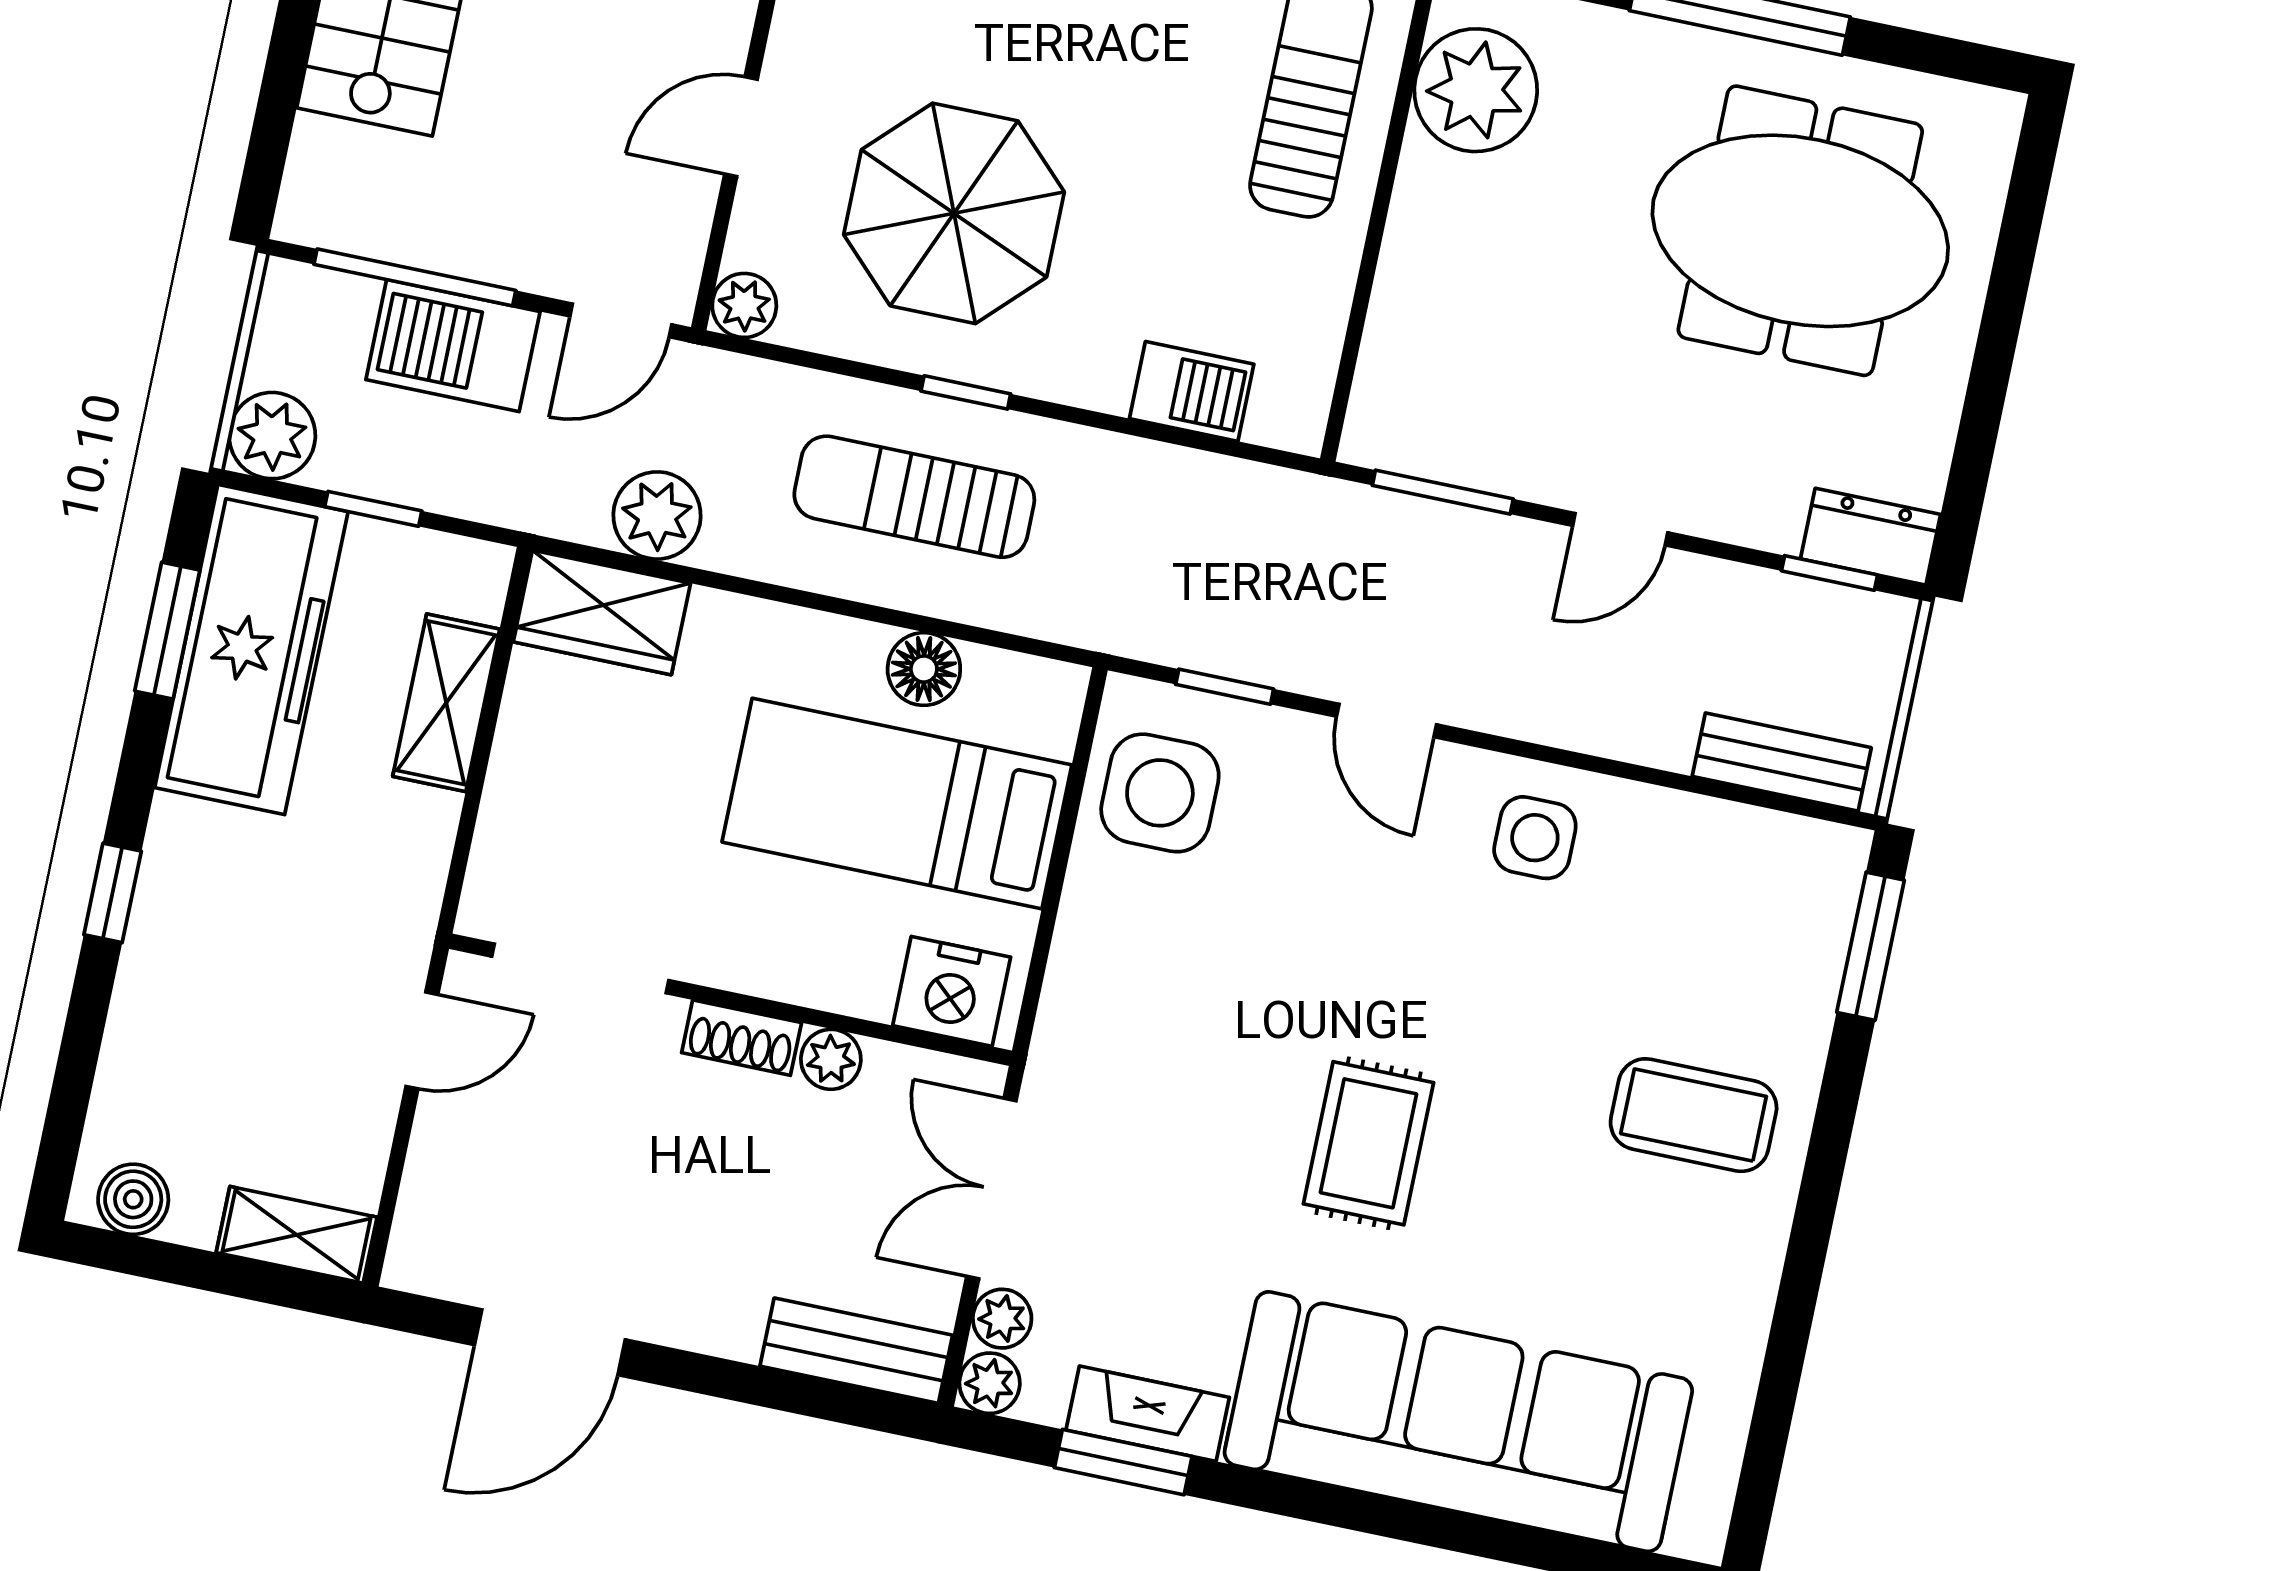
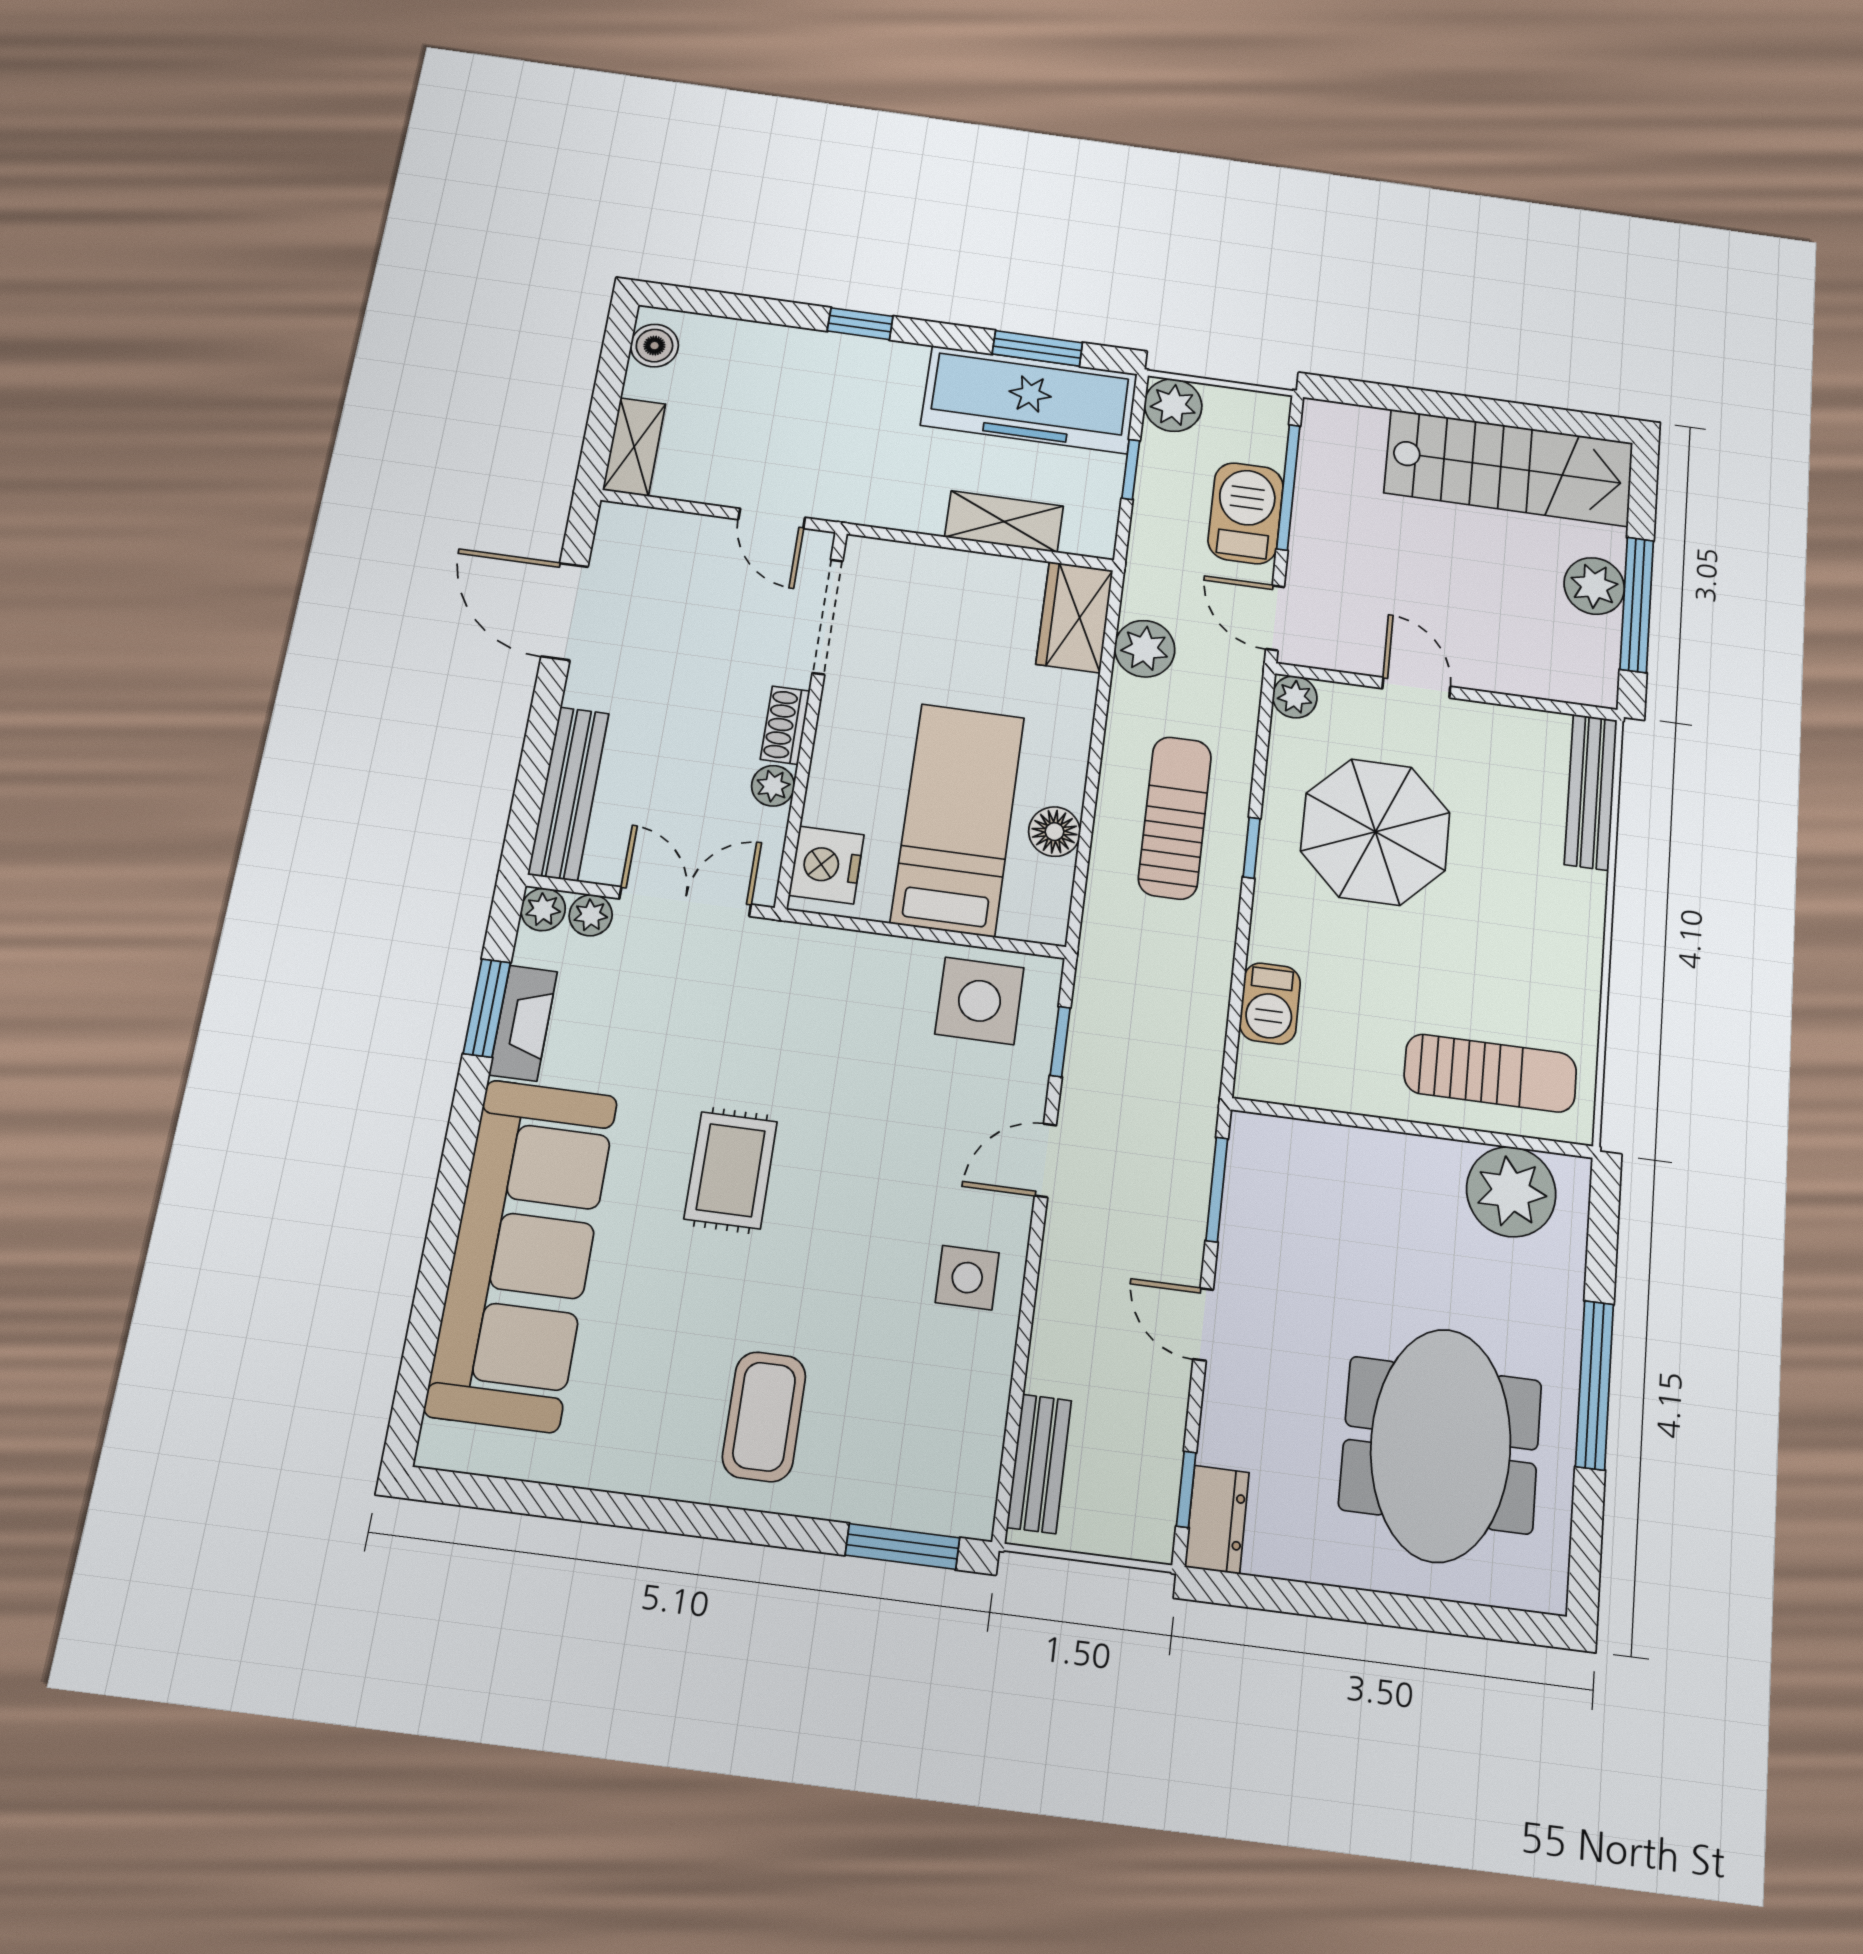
rug: (1369, 1143) -> (731, 1170), turned 90
bench: (856, 1351) -> (569, 793), width x1.36

